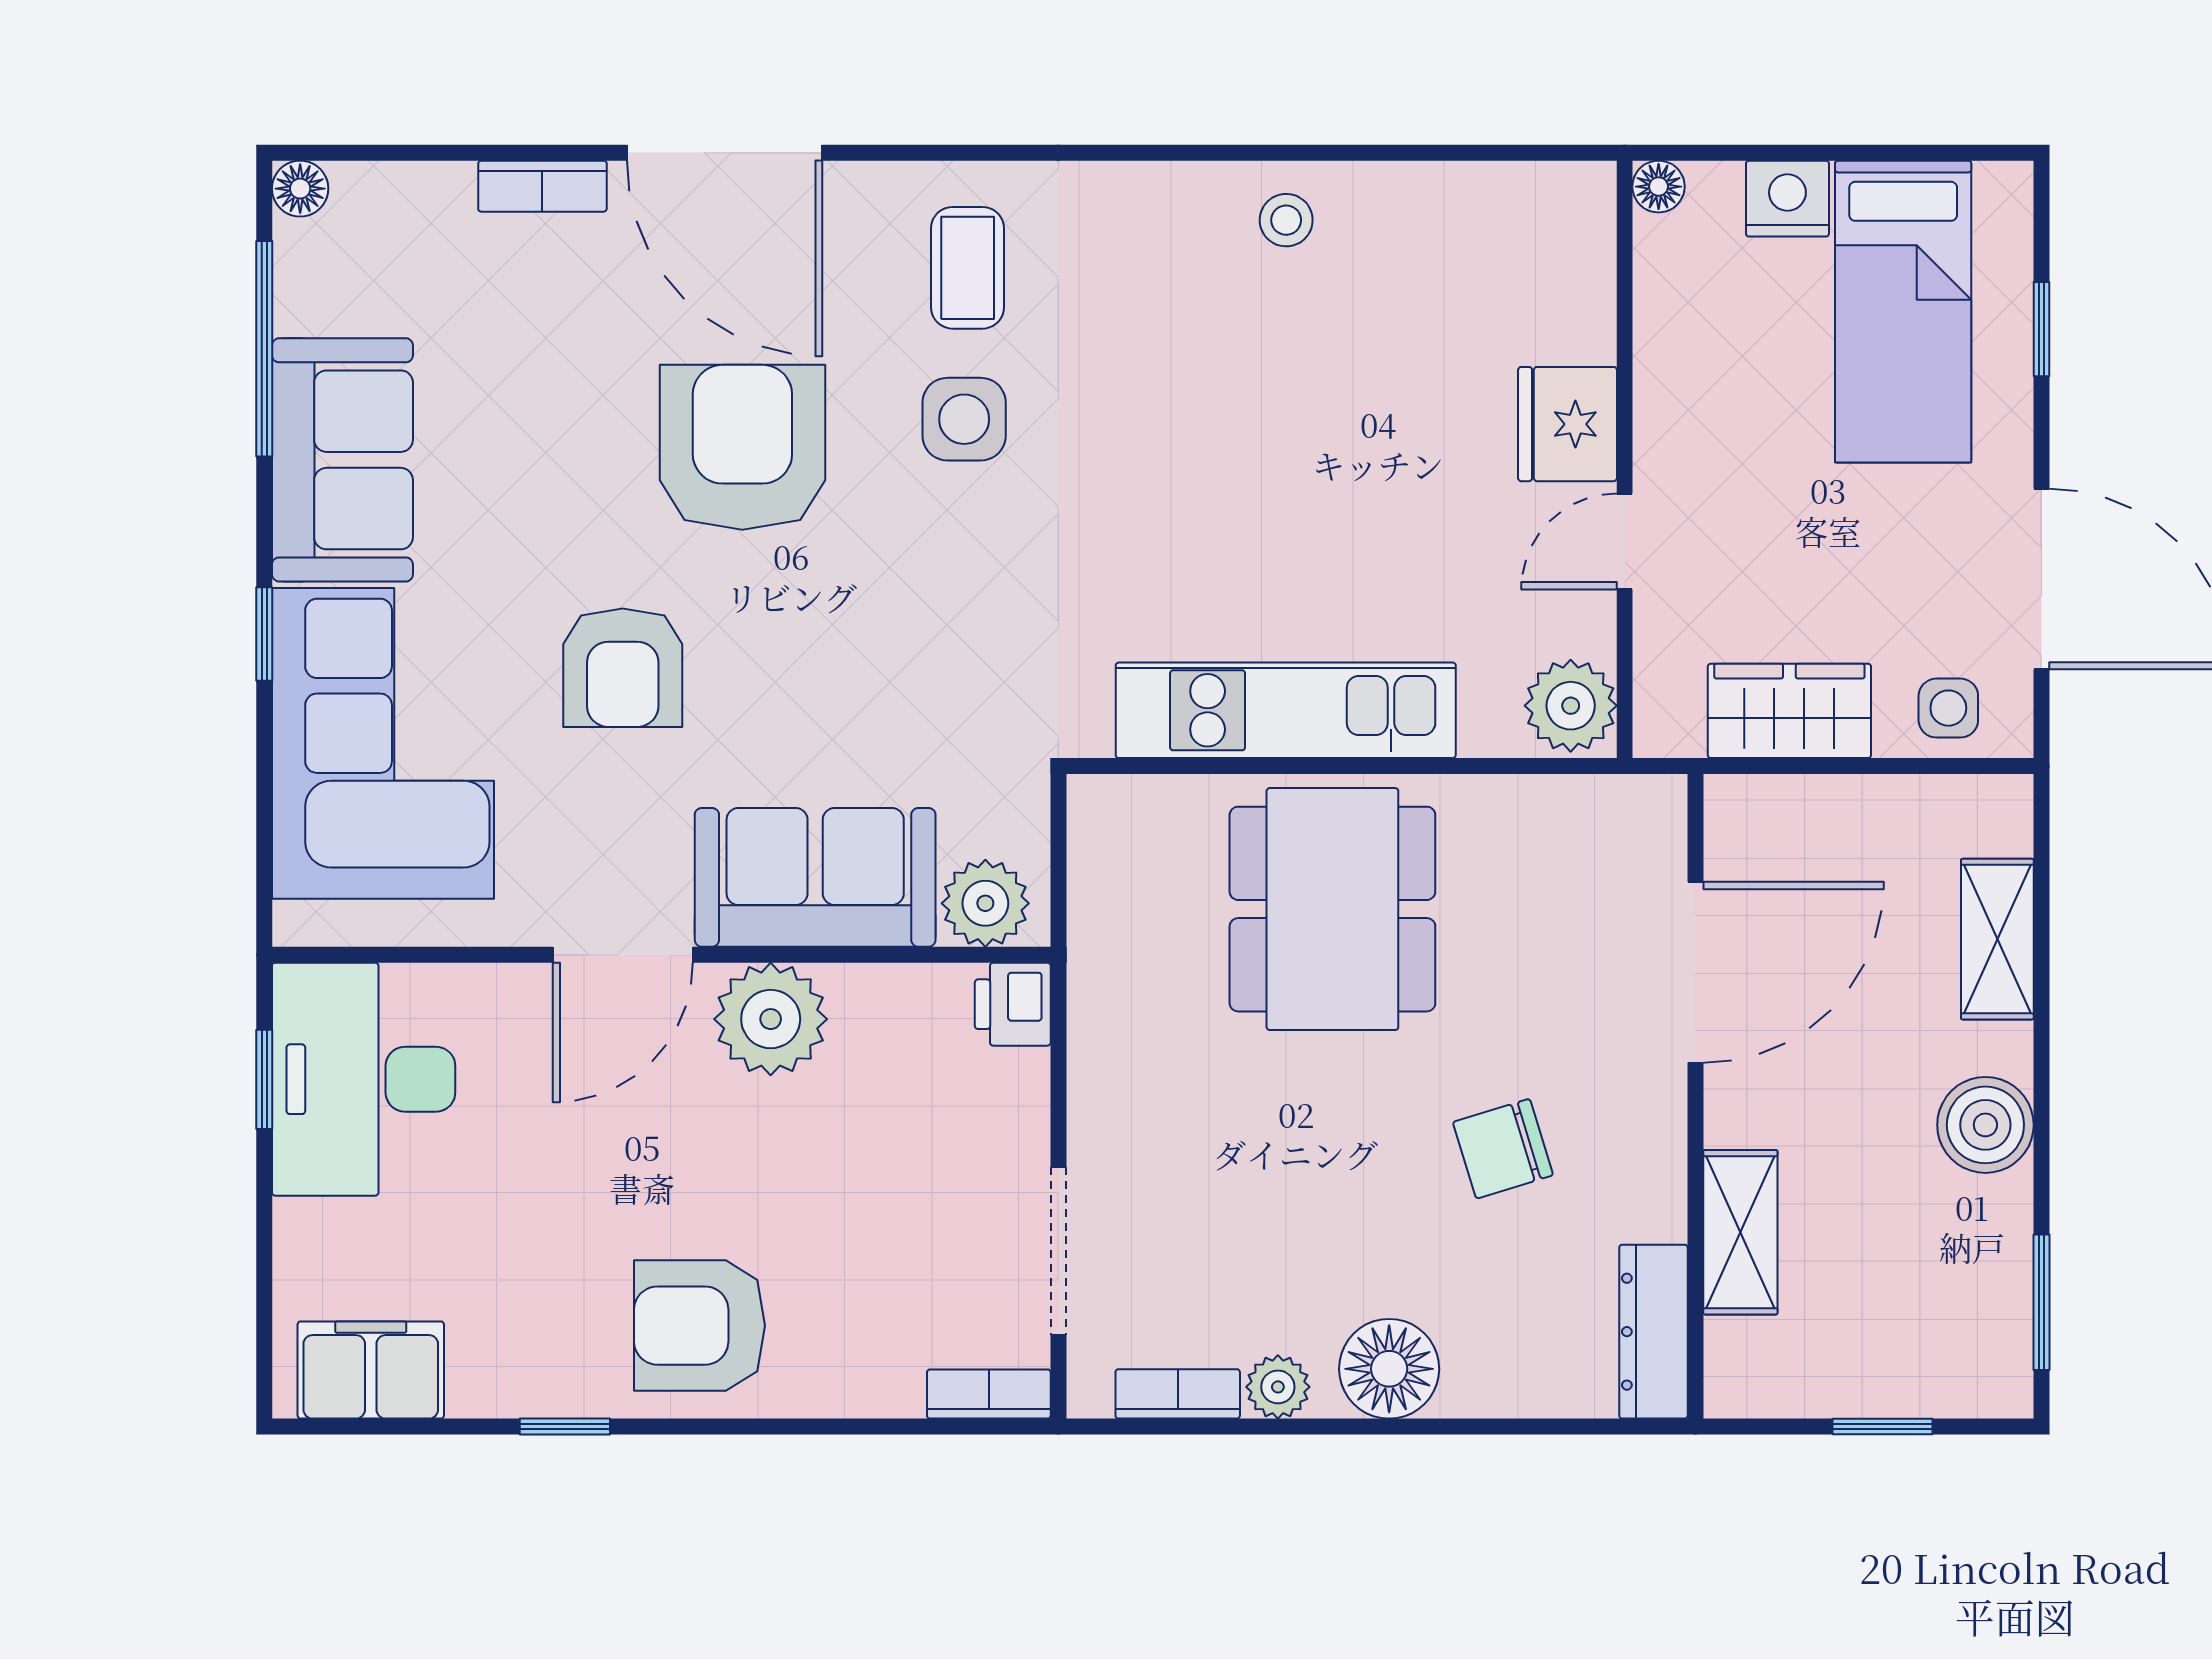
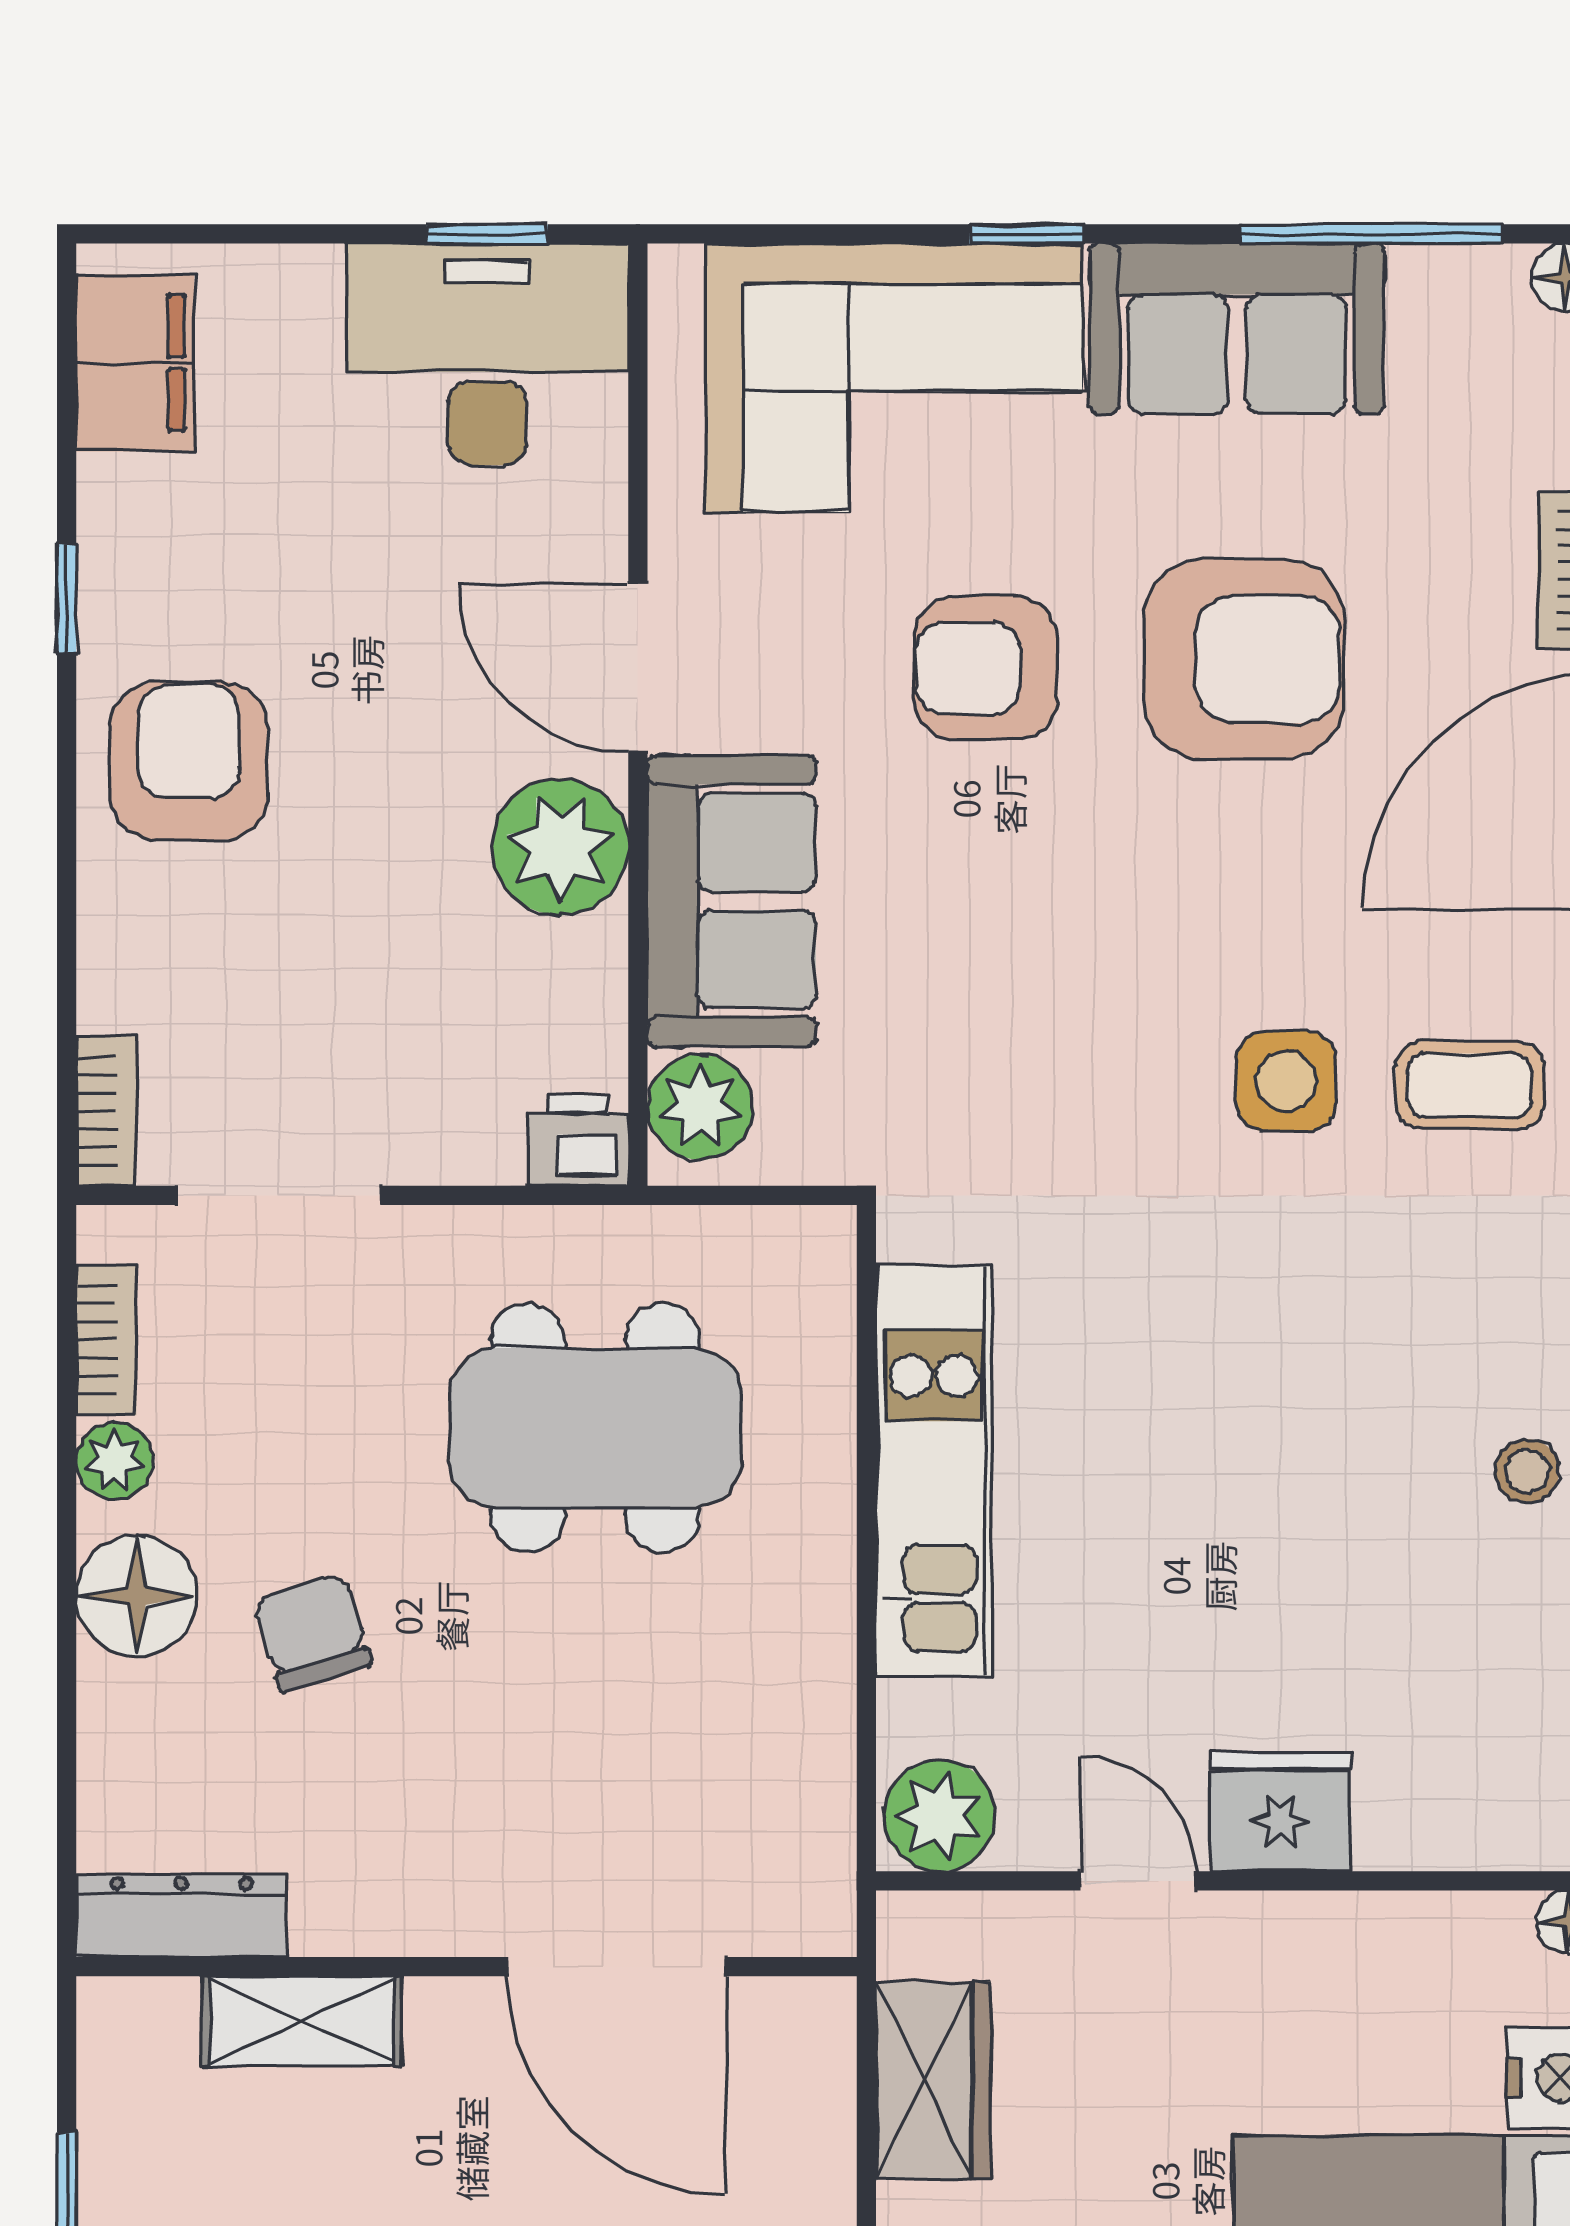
armchair: (742, 447) -> (1244, 659), moved
dining table: (1332, 909) -> (595, 1428), moved
chair: (1503, 1149) -> (313, 1633), moved

